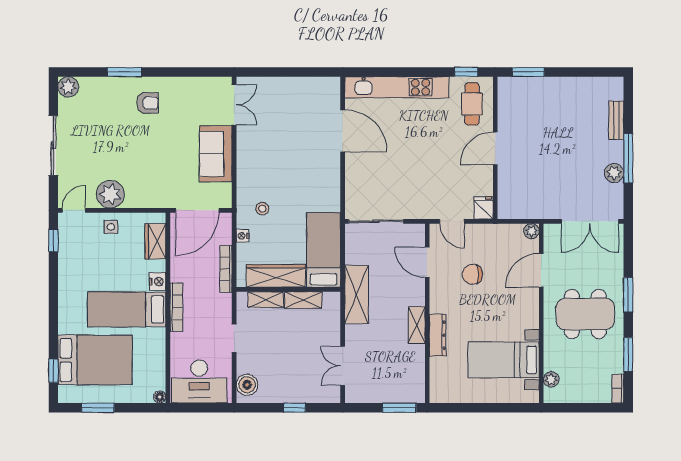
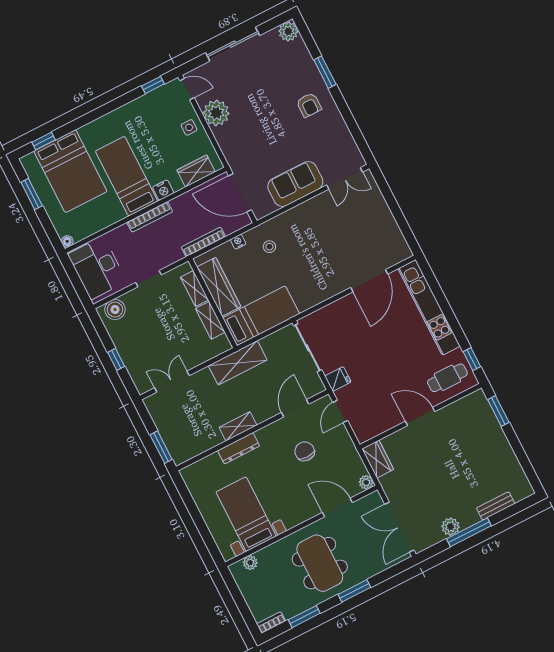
fridge: (484, 208) -> (338, 379), moved
wardrobe: (515, 209) -> (378, 459), added

